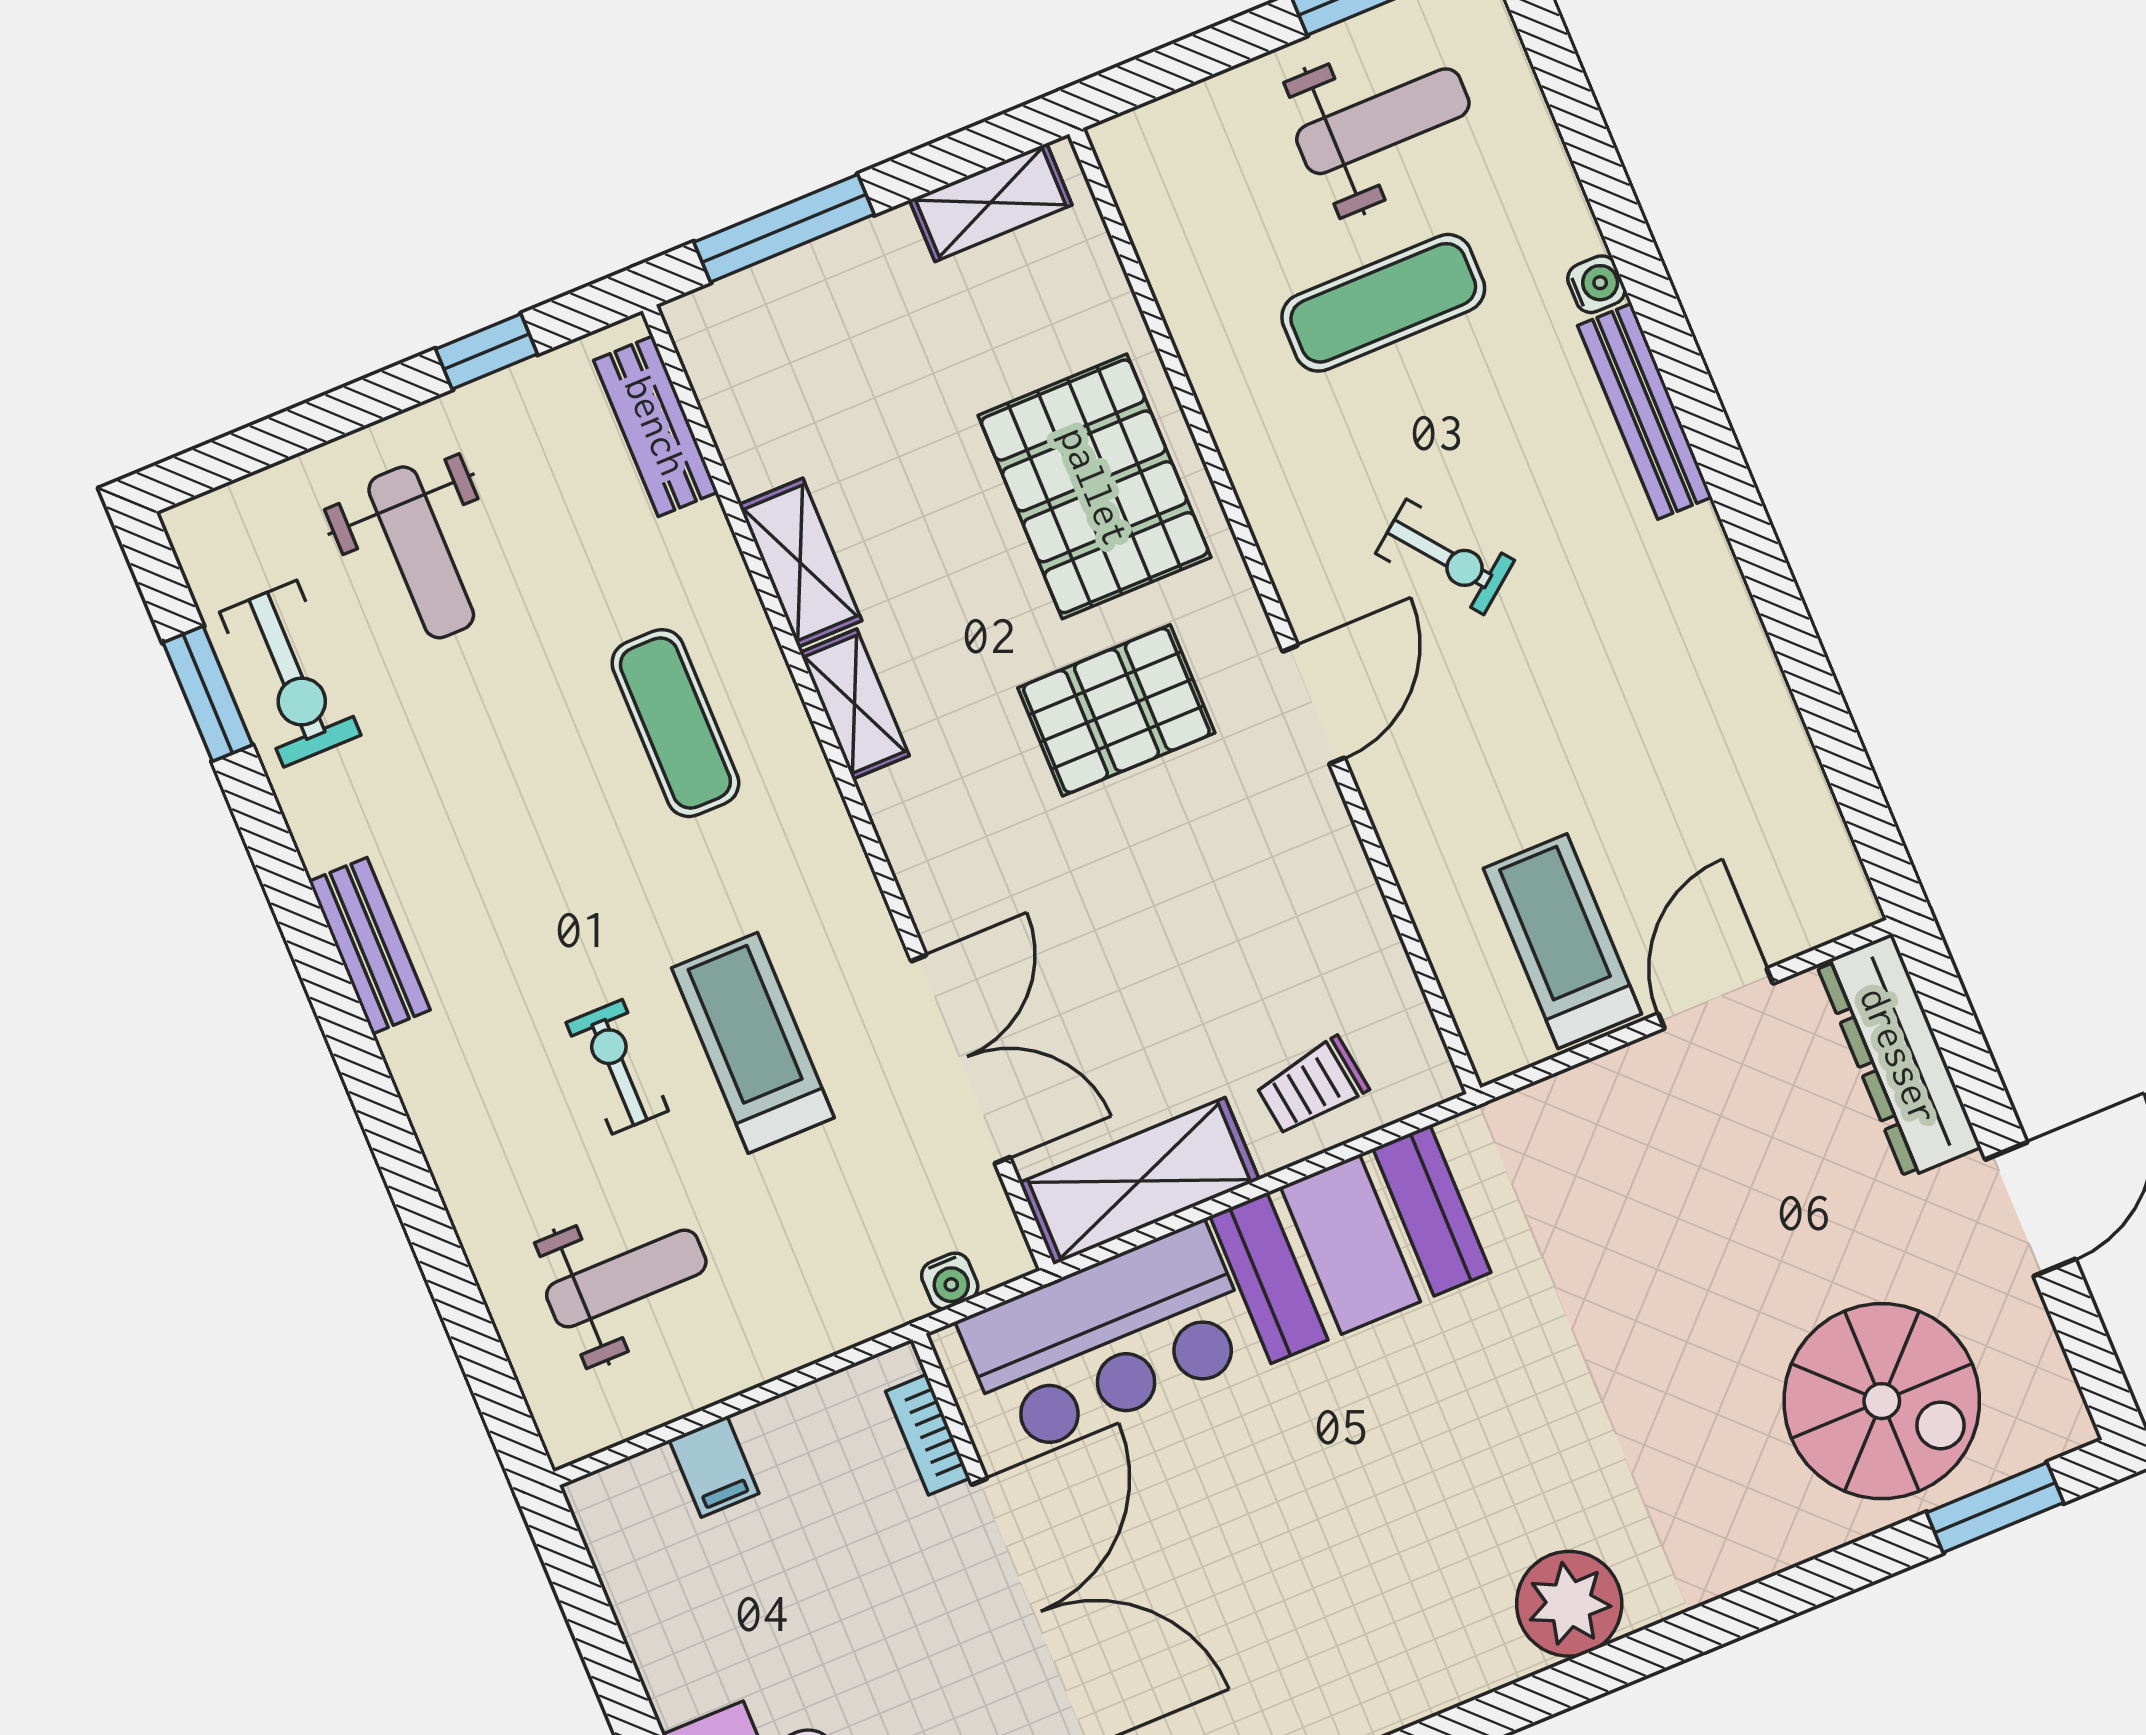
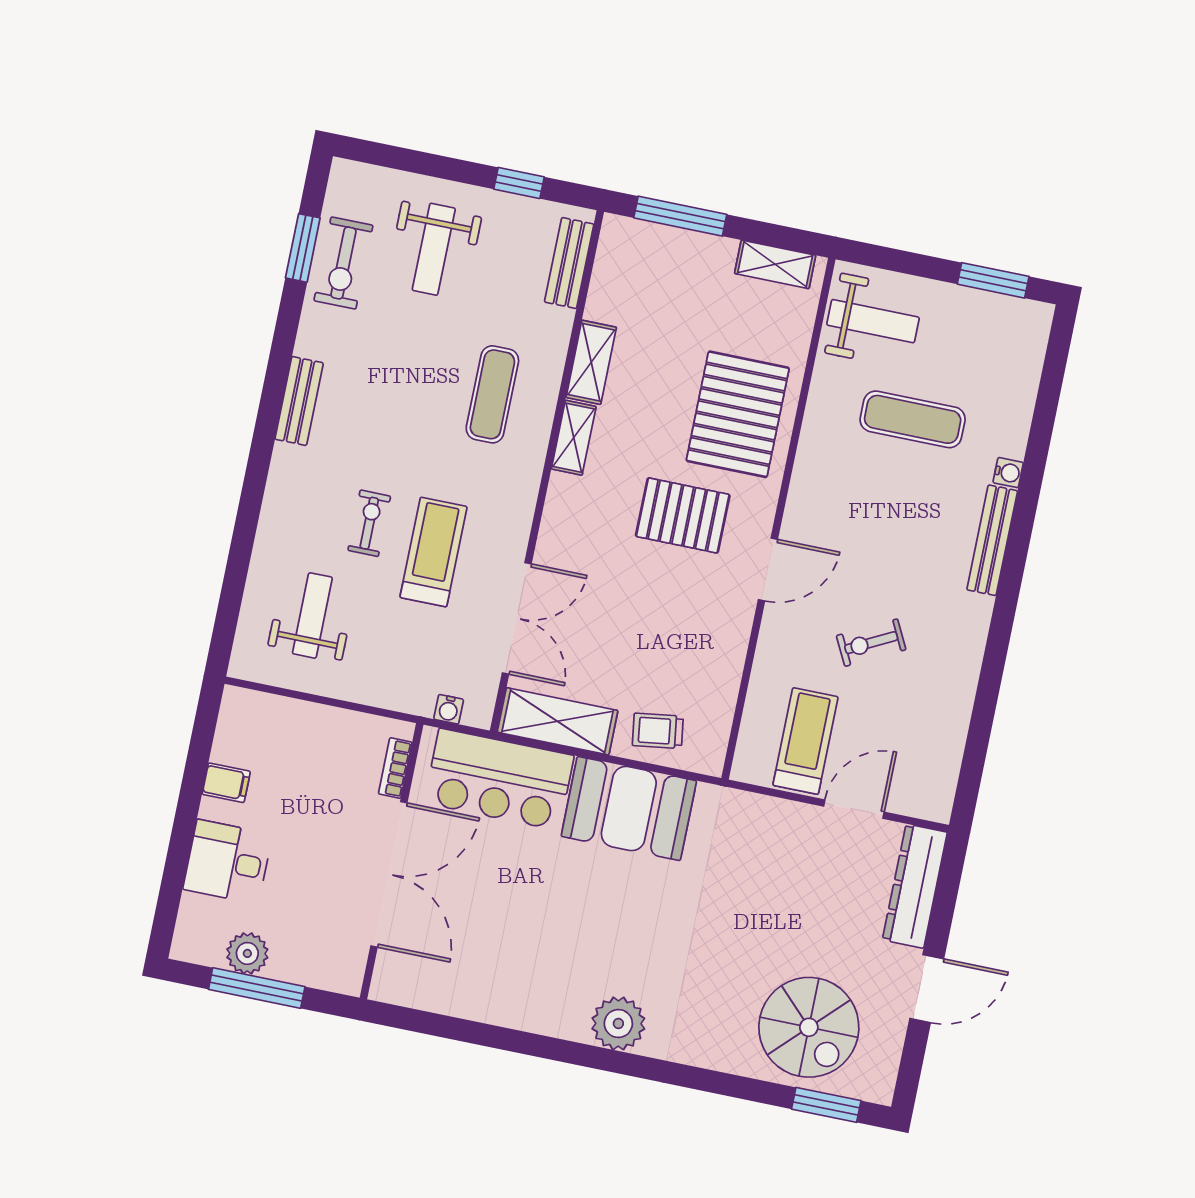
weight bench: (1383, 121) -> (873, 321), moved
exercise bike: (1445, 557) -> (871, 643), moved, turned 101
weight bench: (626, 1278) -> (312, 615), turned -90
filing cabinet: (714, 1467) -> (226, 783), moved, turned -90

